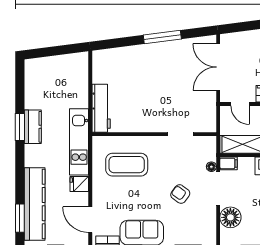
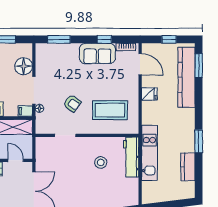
stool: (138, 102) -> (101, 162), added
kitchen counter: (33, 127) -> (188, 167), moved
kitchen unit: (79, 142) -> (149, 153), moved
armchair: (180, 194) -> (72, 103), moved

